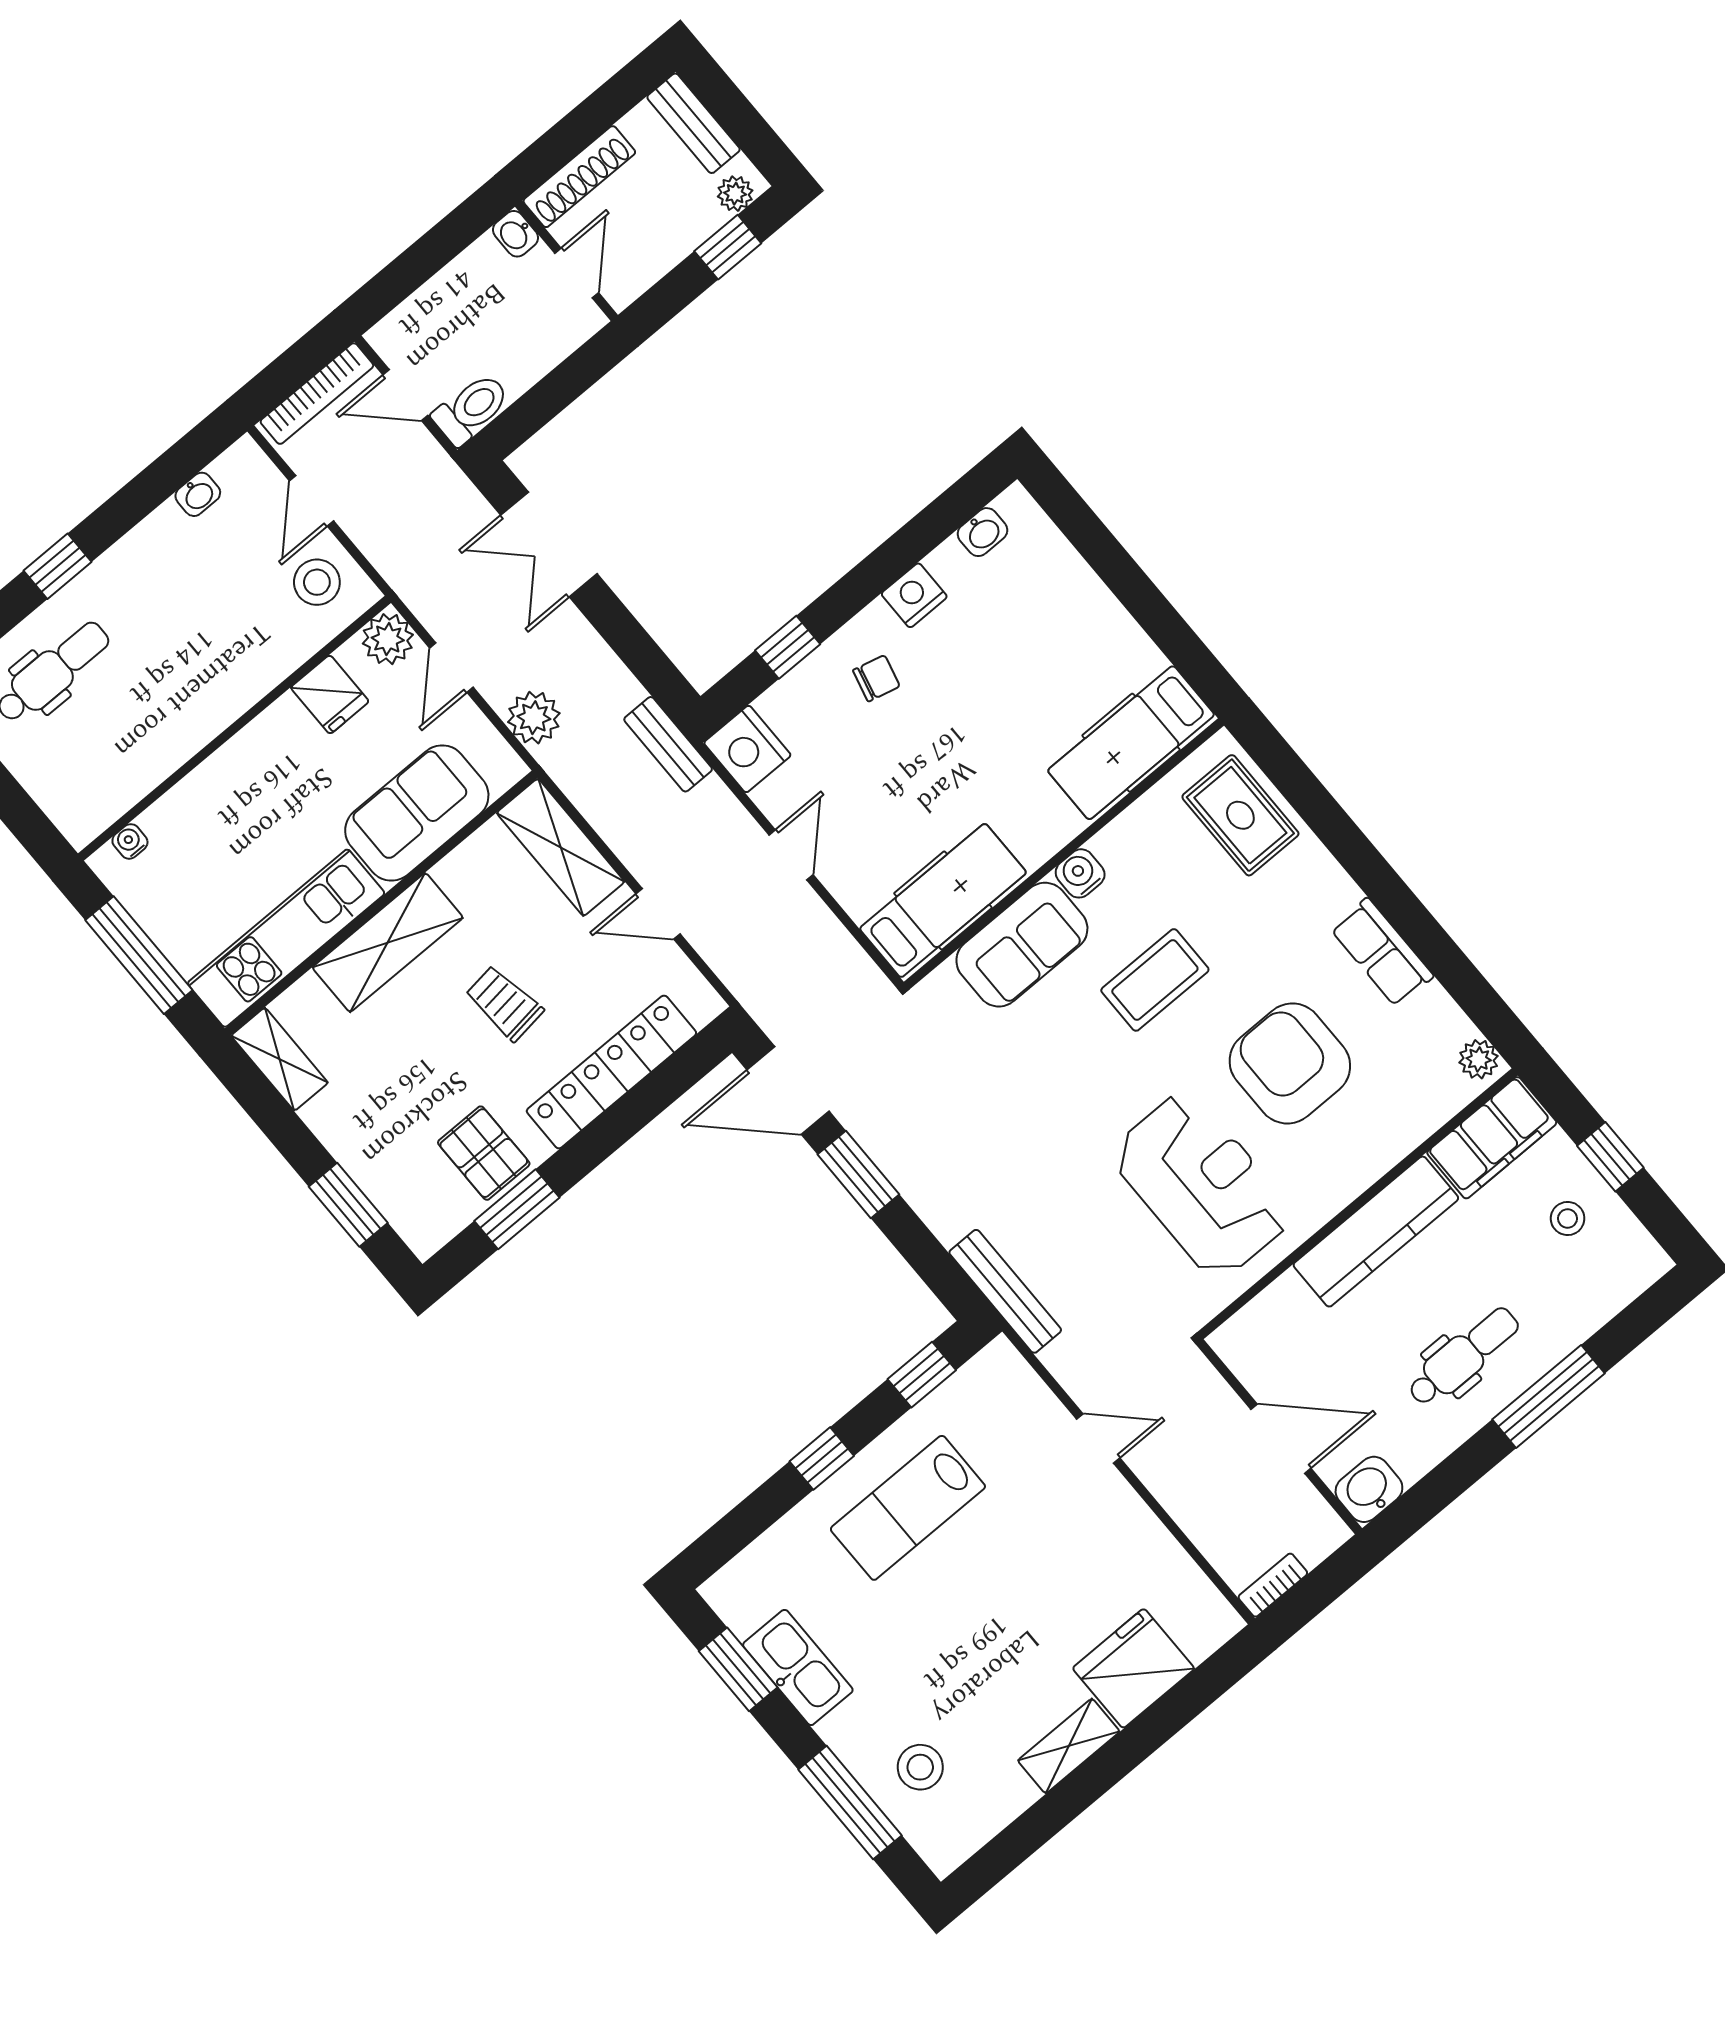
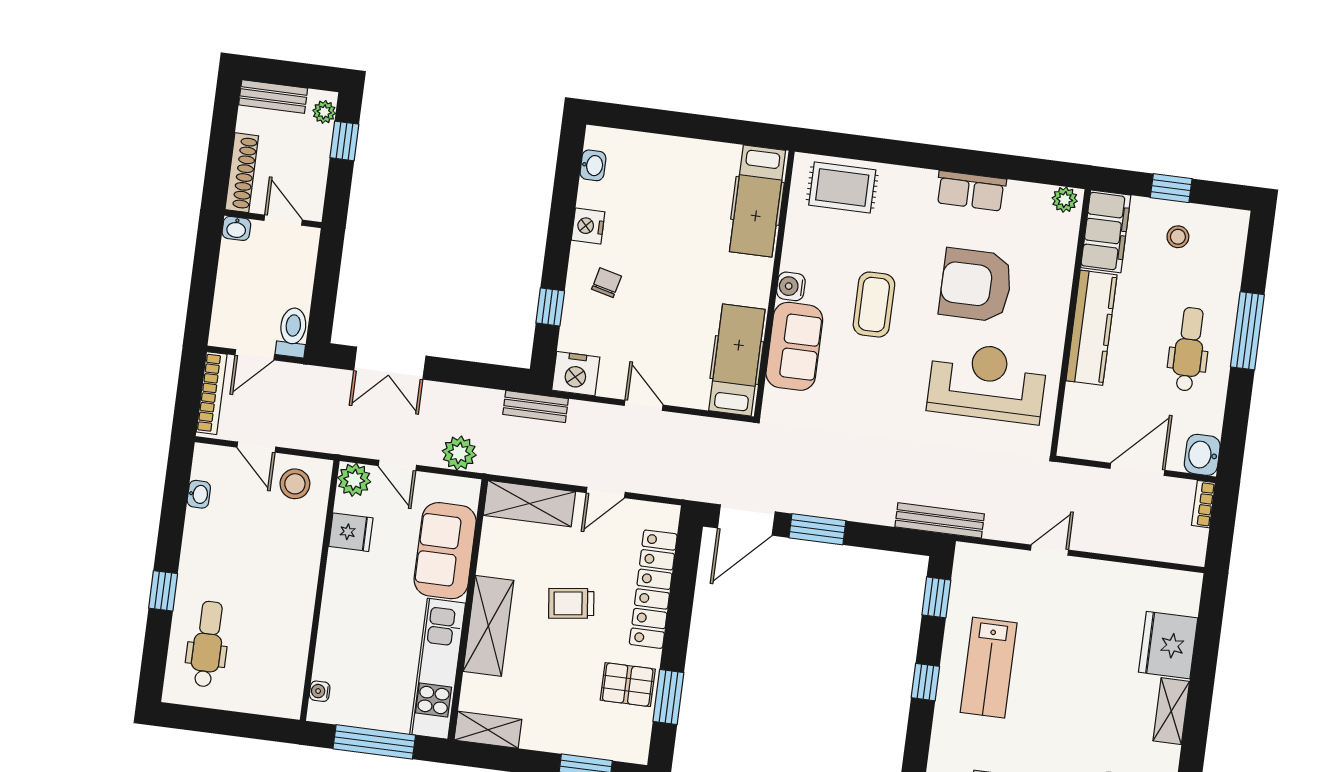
bookcase: (1273, 1585) -> (1203, 504), moved

